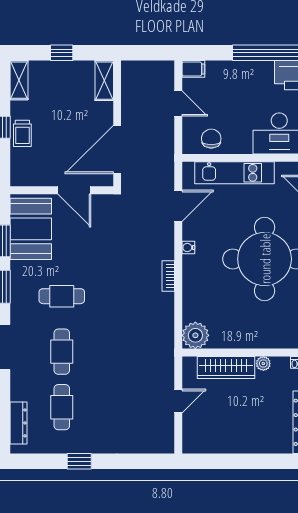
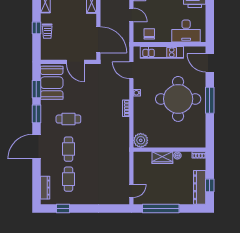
door: (117, 149) -> (98, 40), swing flipped
door: (178, 206) -> (131, 70), swing flipped
wardrobe: (226, 367) -> (162, 158), width x0.67
door: (178, 401) -> (131, 191), moved
window: (79, 461) -> (63, 208), moved
window: (232, 461) -> (161, 208), added

